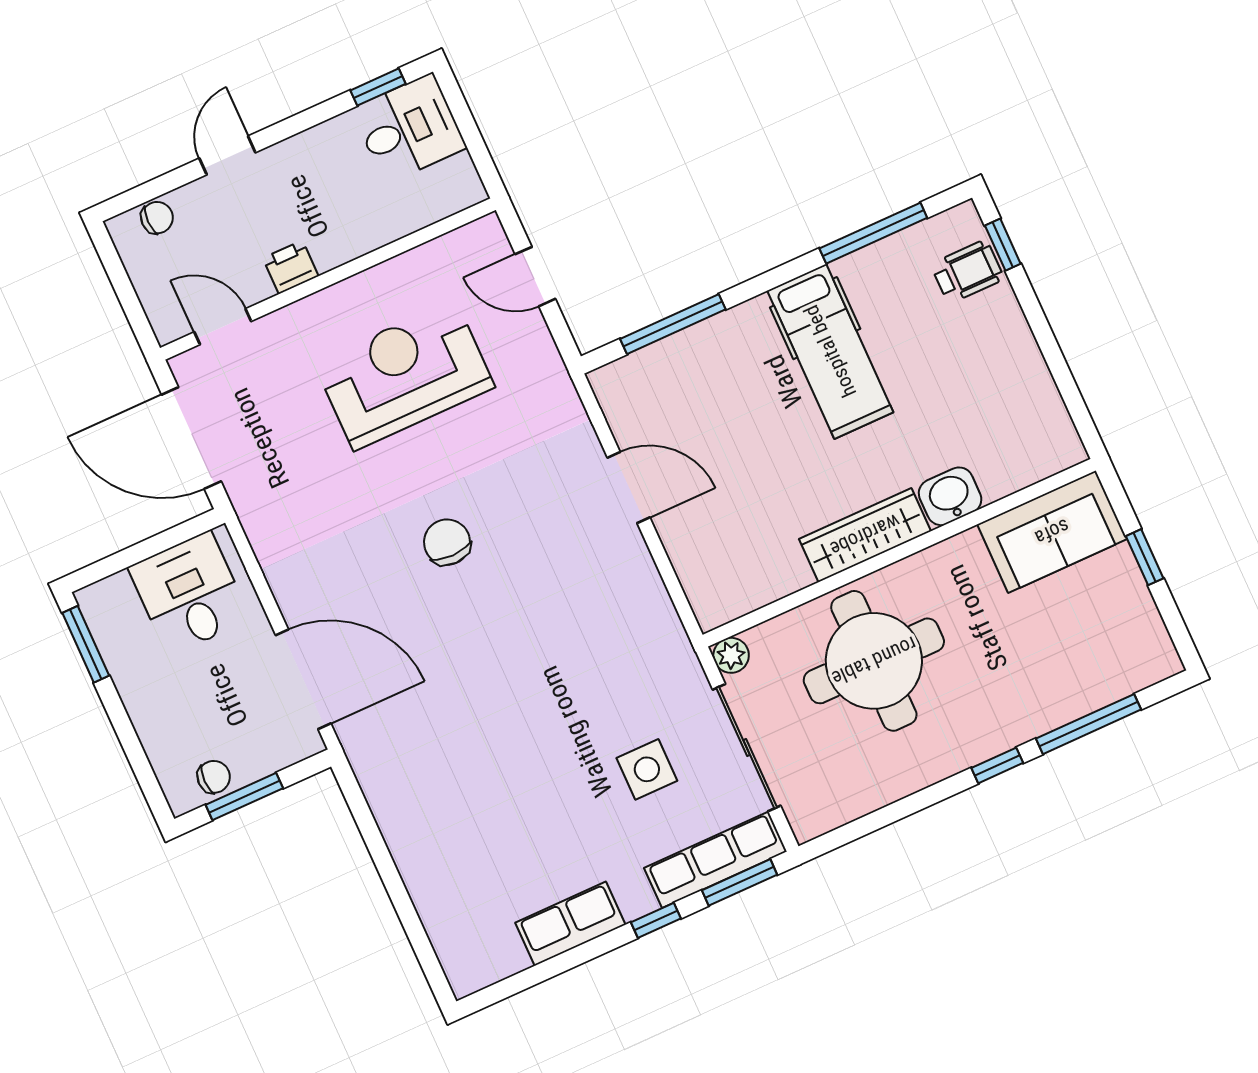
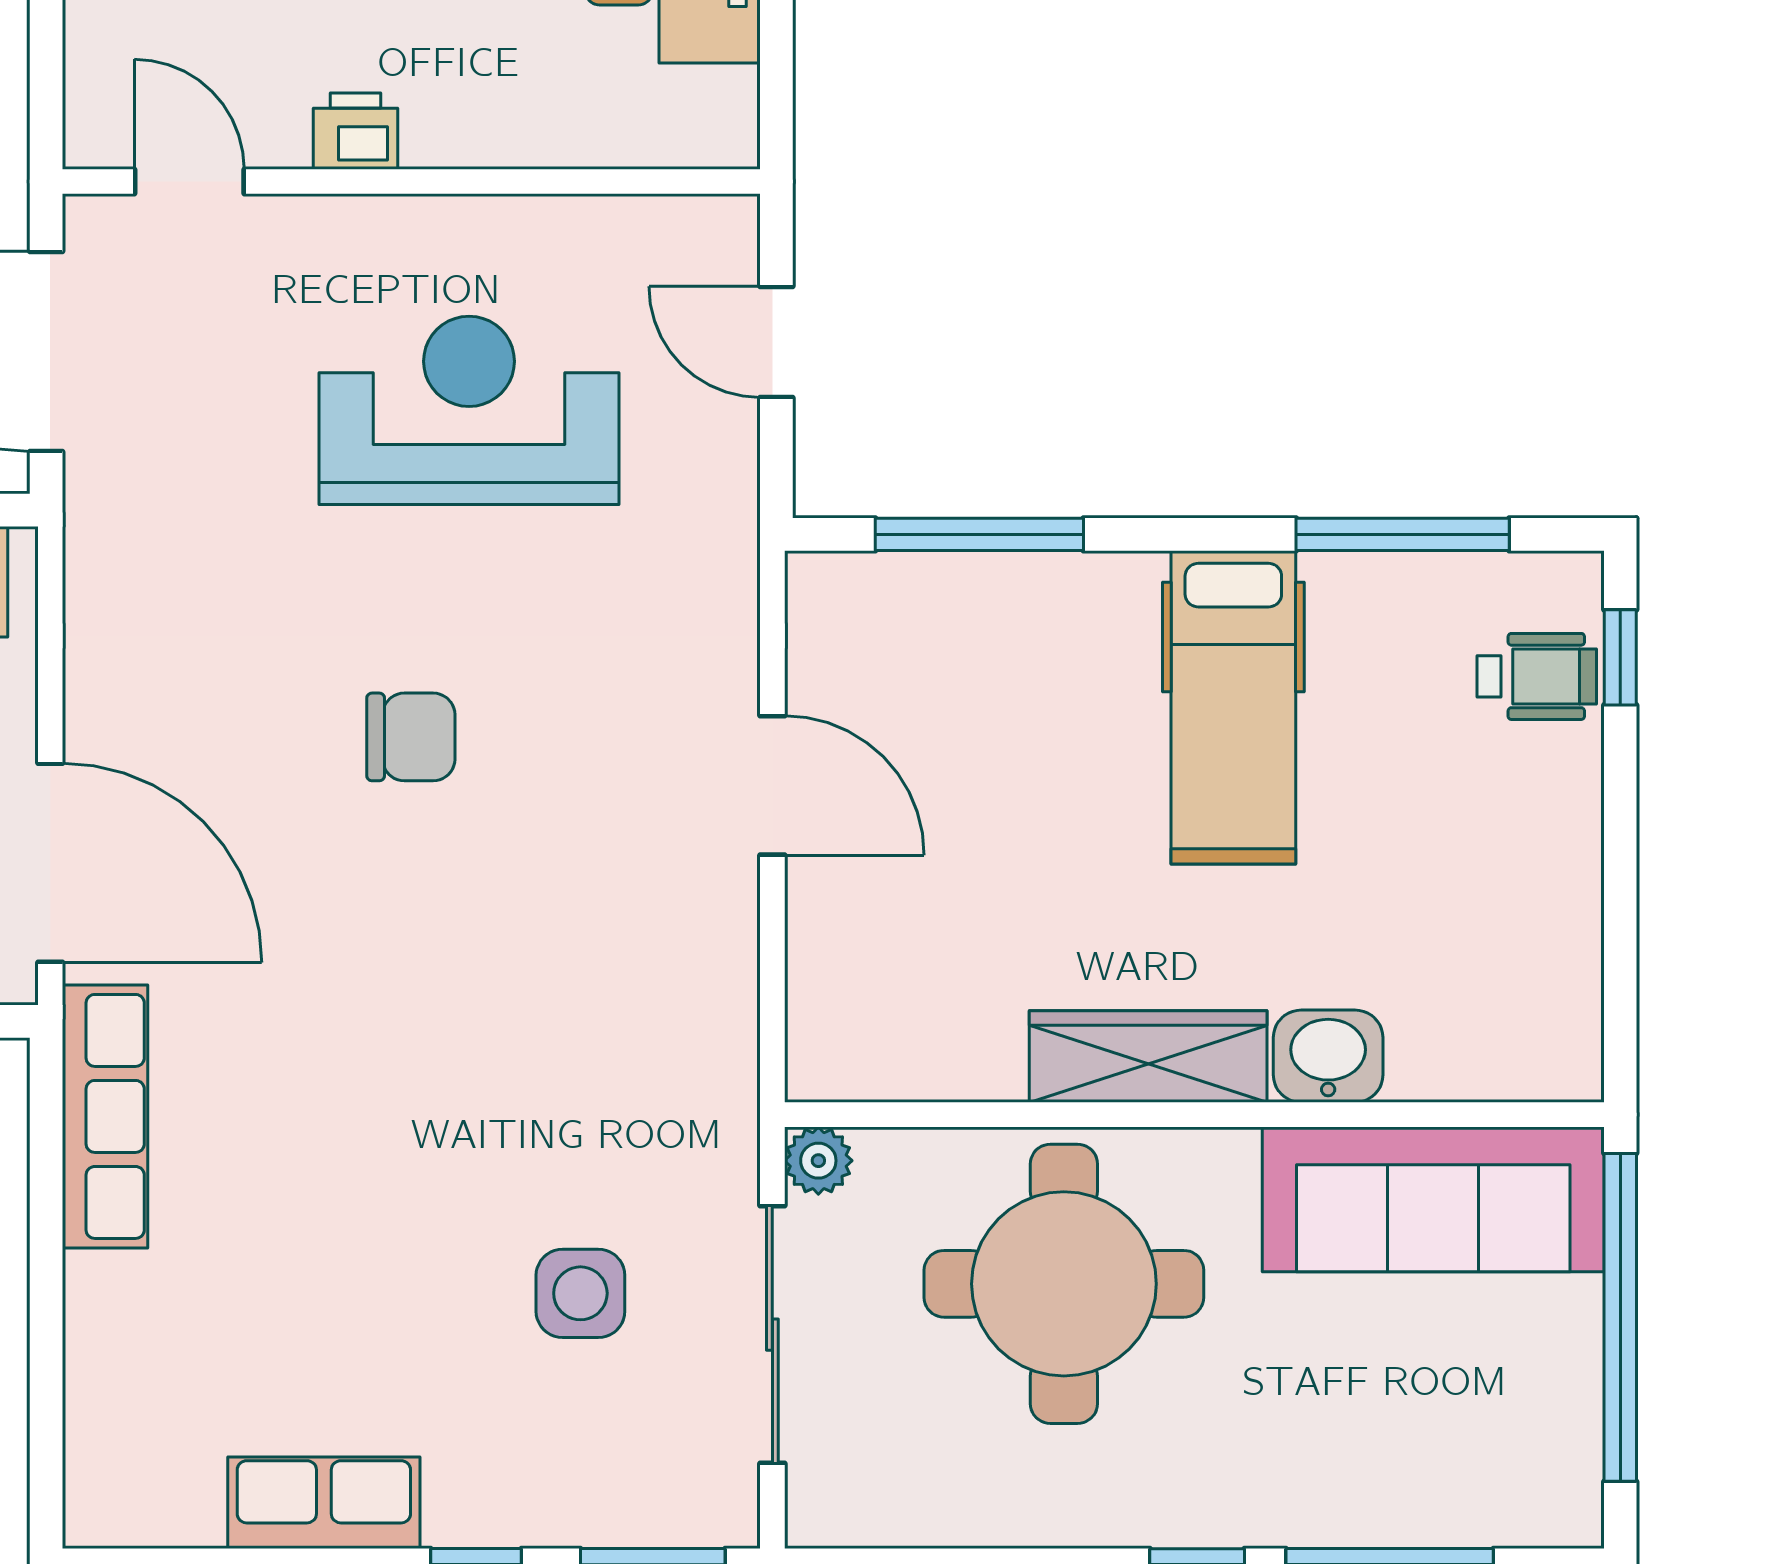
sofa: (1052, 532) -> (1433, 1199), width x1.36
chair: (447, 542) -> (411, 737), turned 90
window: (1145, 557) -> (1620, 1317), width x3.17
row of seats: (715, 860) -> (105, 1116), moved, turned 90

